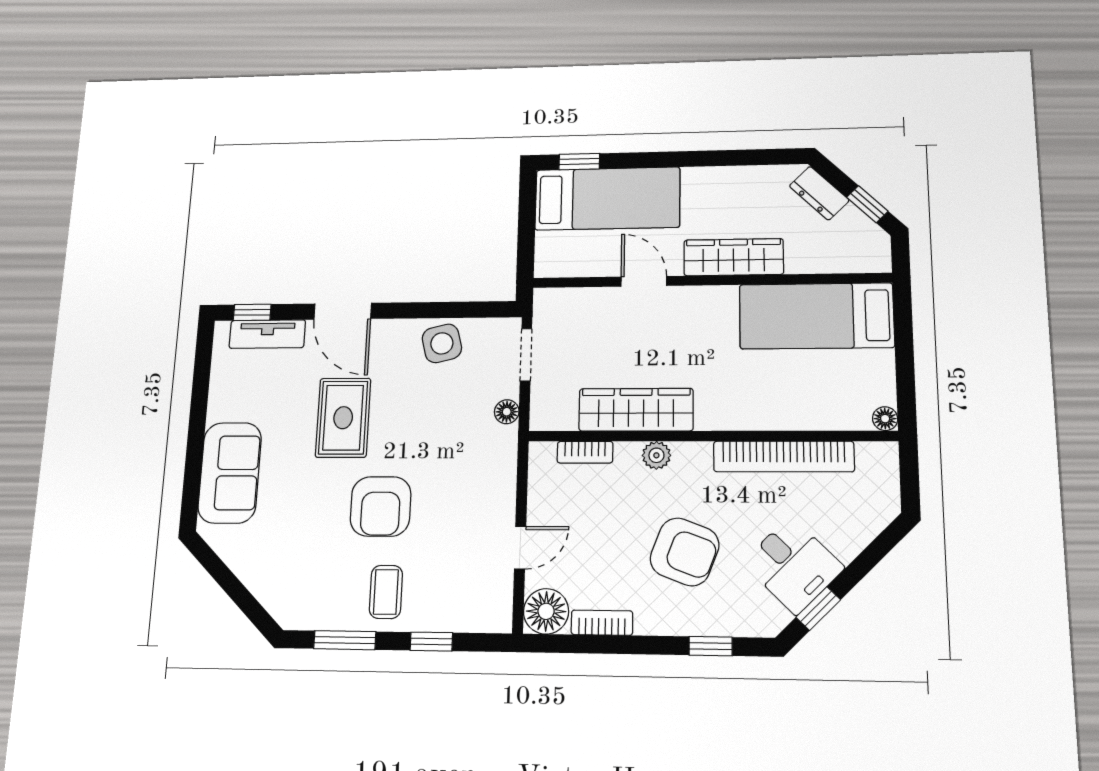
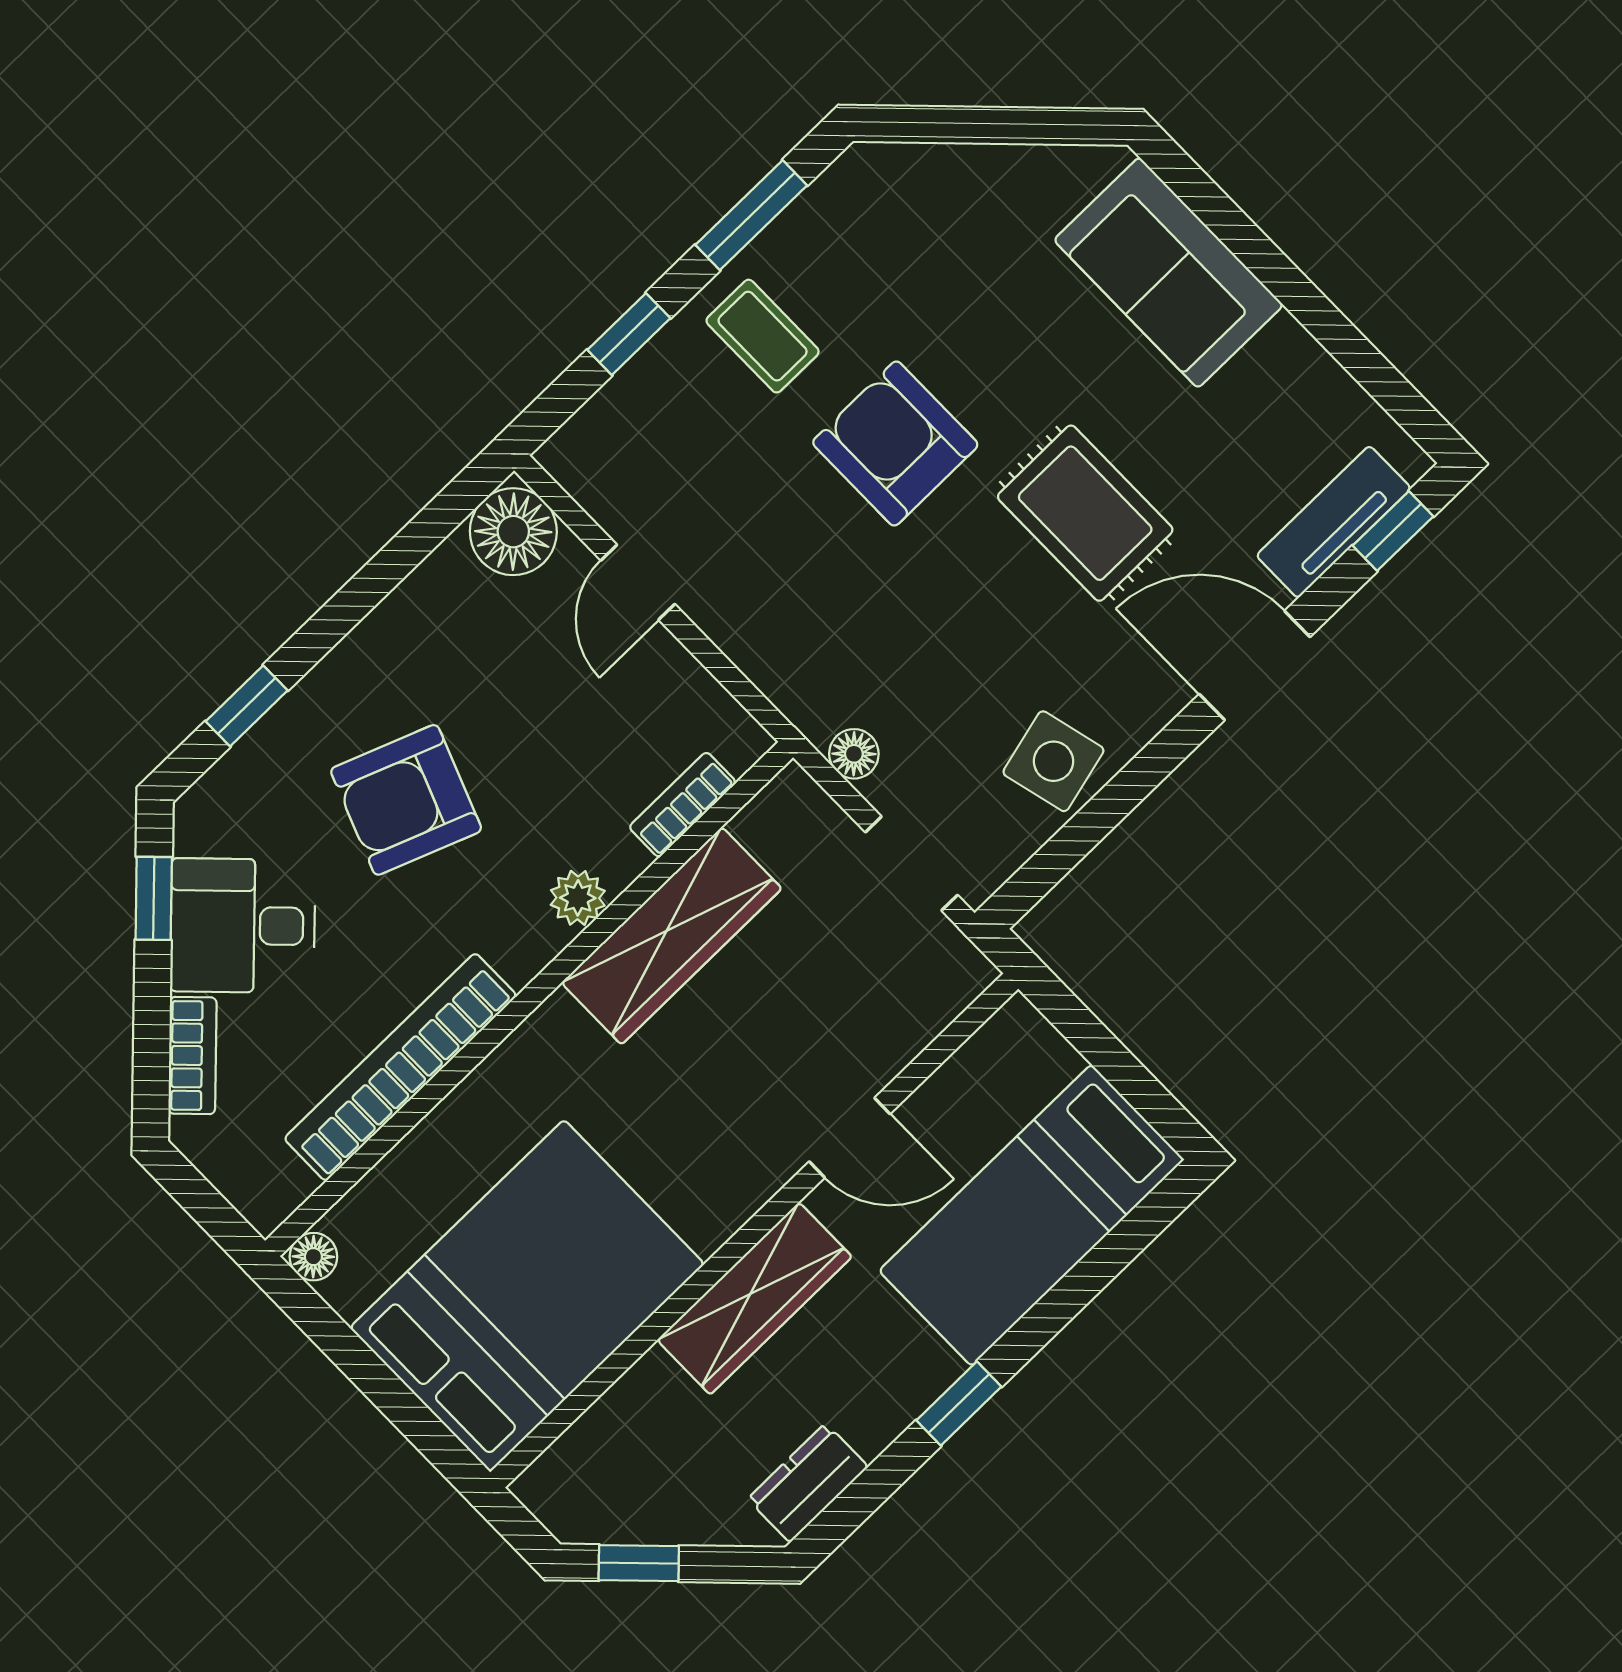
window: (579, 162) -> (959, 1403), moved
dresser: (819, 193) -> (808, 1483), moved, turned -45
bed: (816, 316) -> (527, 1296), width x1.50
bookcase: (602, 623) -> (192, 1056), moved, turned -45

